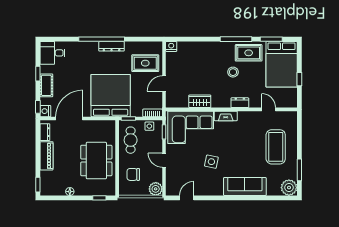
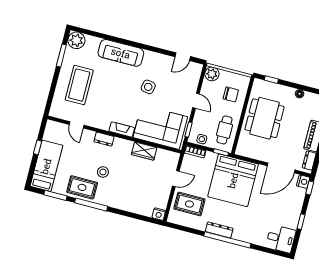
bed: (282, 64) -> (46, 166), width x0.67
cot: (46, 85) -> (295, 207), removed

